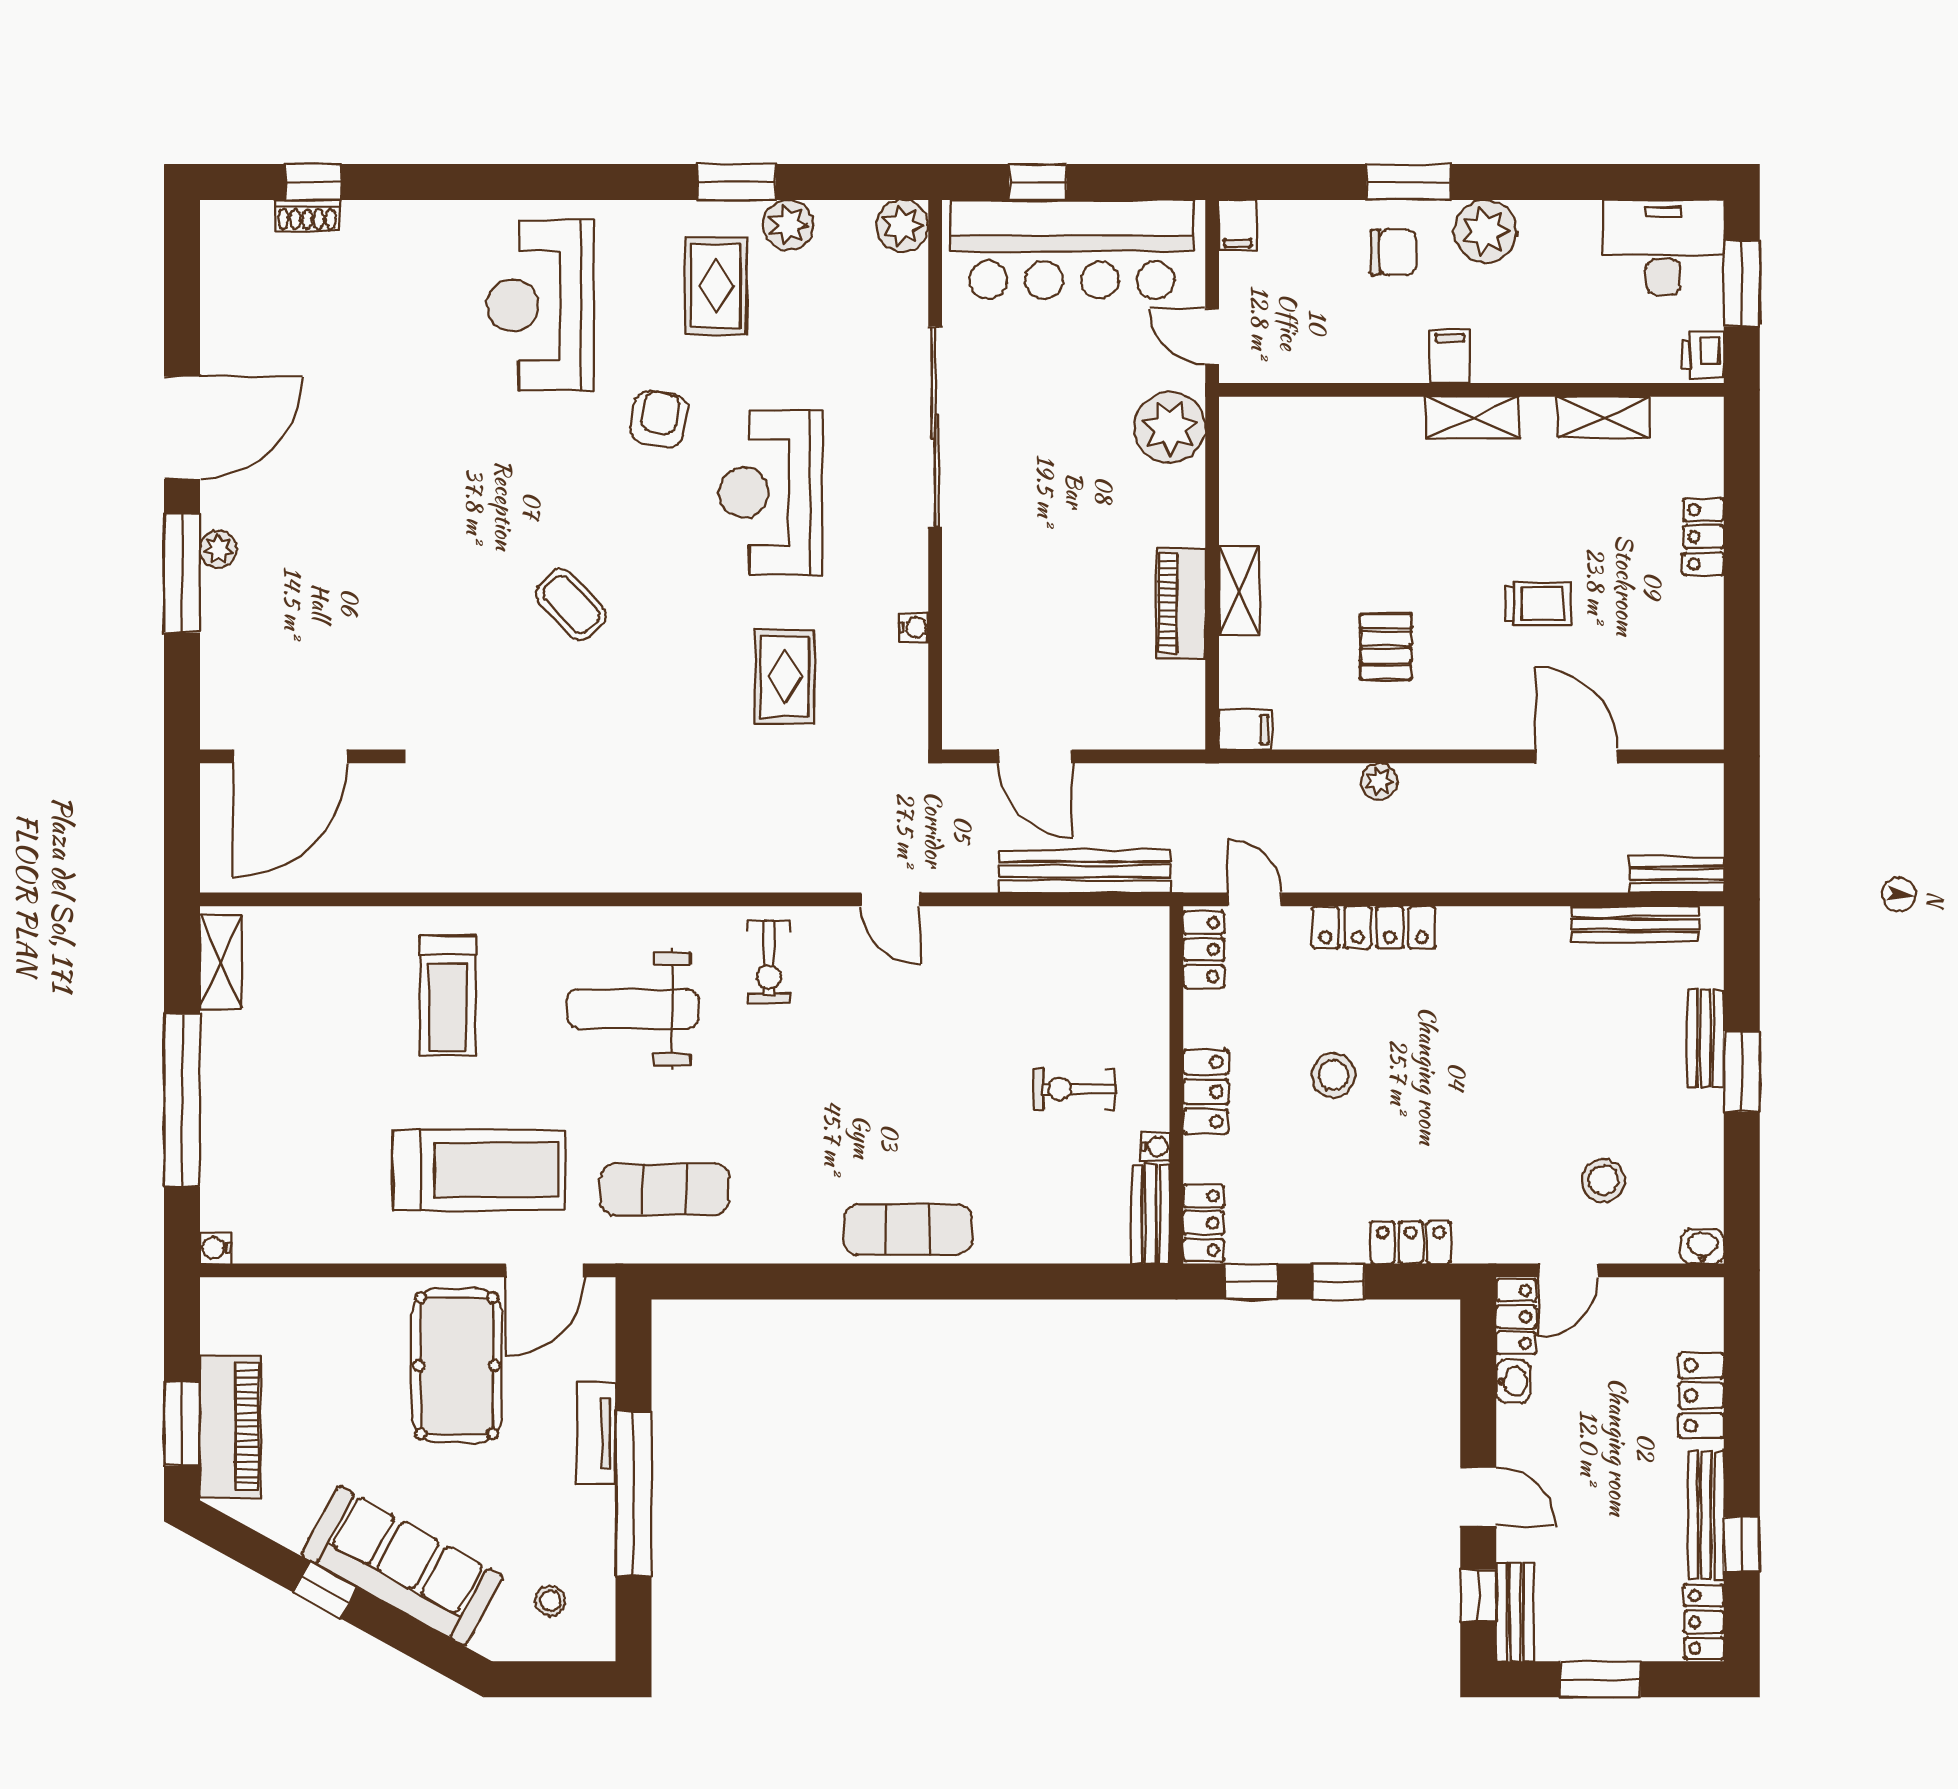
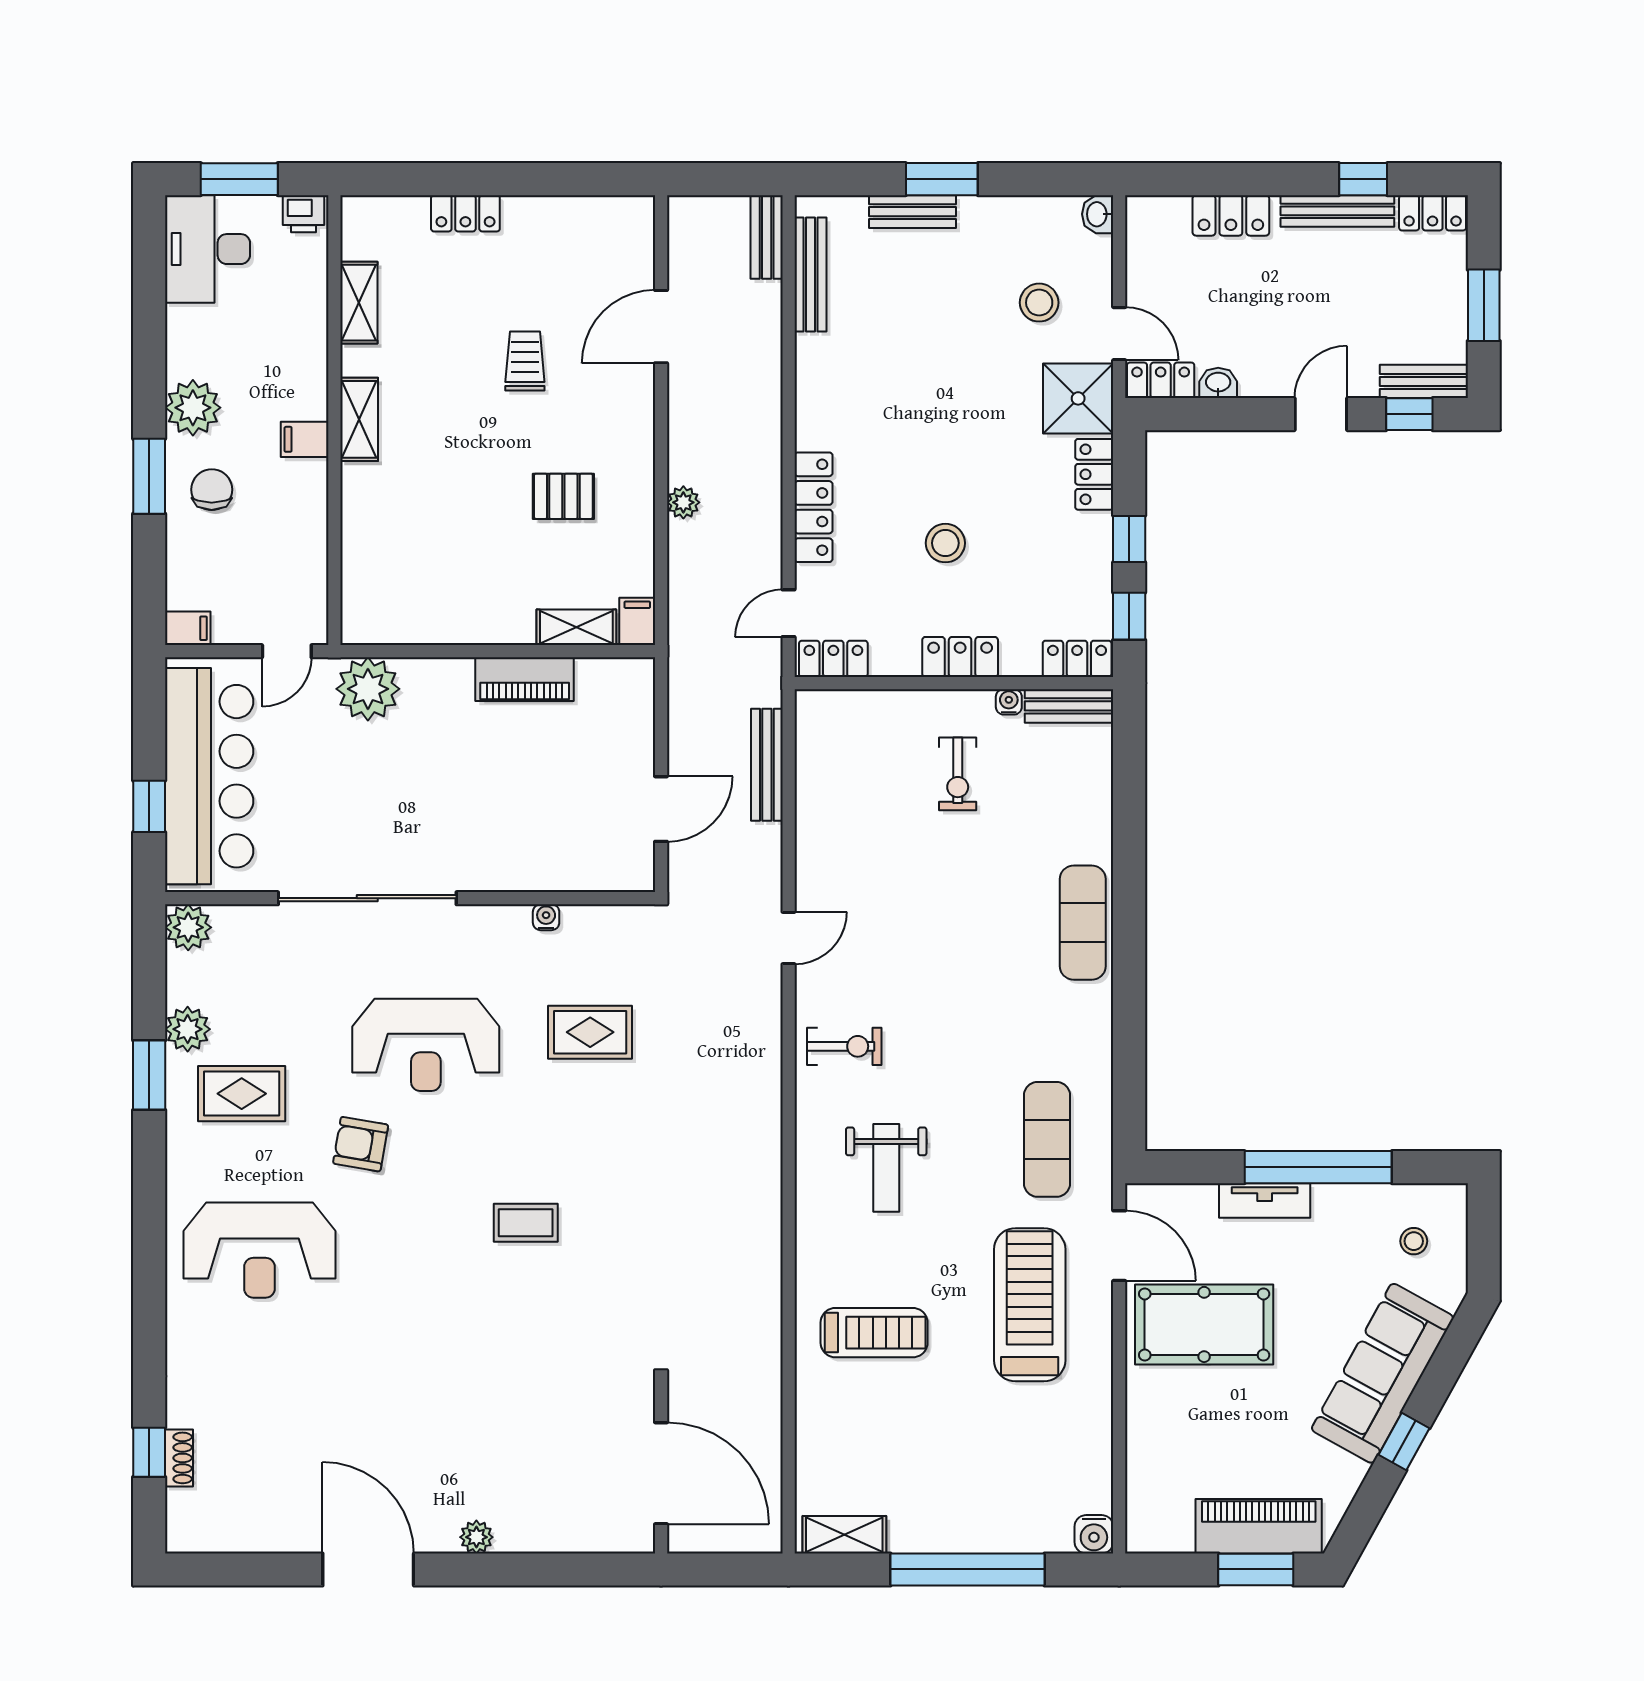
window: (182, 573) -> (497, 1569), removed
shelving: (1239, 591) -> (576, 627), moved
coffee table: (571, 604) -> (526, 1223), turned 44
bench: (1085, 871) -> (767, 765), width x0.73, depth x0.82
weight bench: (633, 1009) -> (886, 1168), width x0.73, depth x0.75
shower: (1496, 1224) -> (1078, 398), added
water cooler: (215, 1248) -> (1094, 1534), width x1.38, depth x1.38

